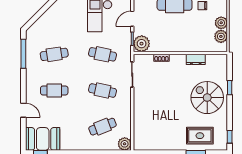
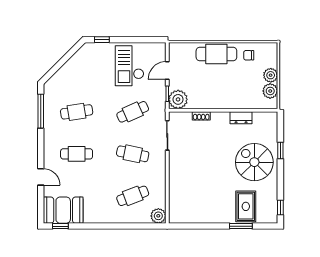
cafe table: (103, 54) -> (133, 112), turned -36
rug: (200, 136) -> (246, 206), turned 90

